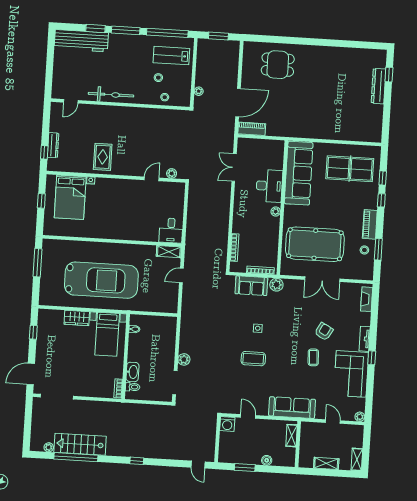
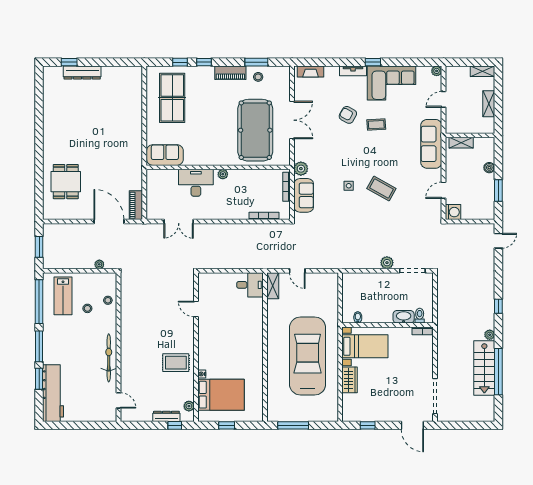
plant: (172, 173) -> (189, 406), moved
sofa: (299, 173) -> (165, 155), width x0.54, depth x0.79
coffee table: (253, 359) -> (381, 189), turned -61
plant: (49, 447) -> (490, 335), moved

